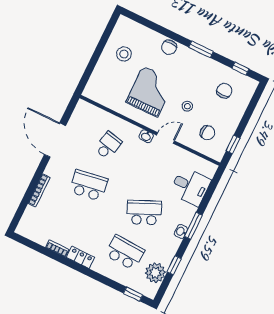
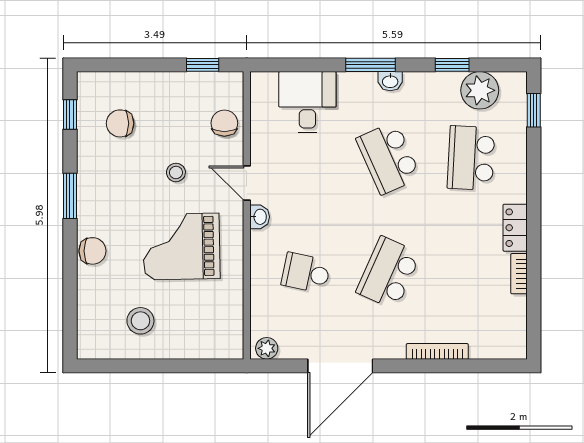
plant: (81, 109) -> (267, 348), added
chair: (207, 133) -> (224, 123), moved
school desk: (89, 185) -> (388, 273), turned 33

